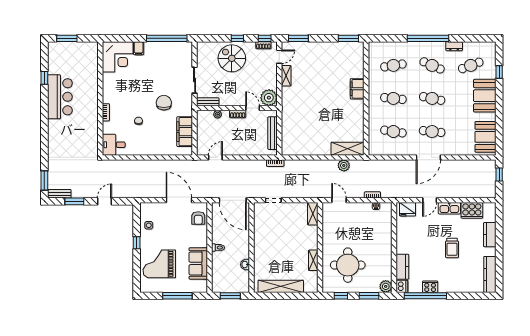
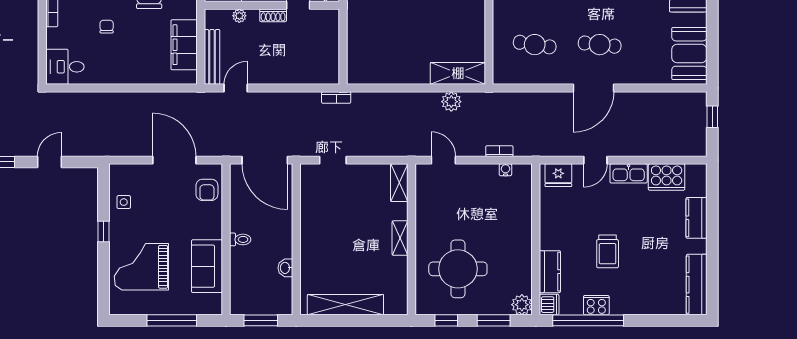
bench: (273, 133) -> (212, 57), moved
trolley: (452, 248) -> (608, 251), moved
shelving: (313, 260) -> (400, 238), moved

